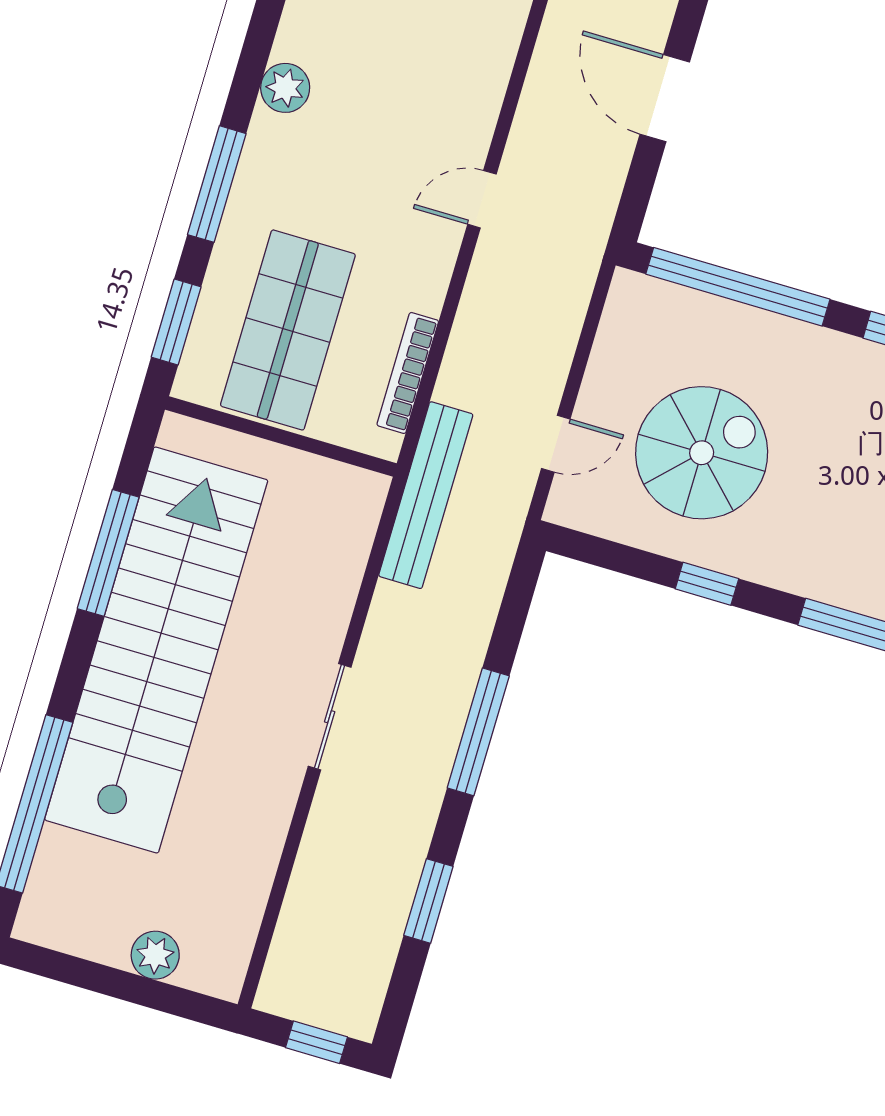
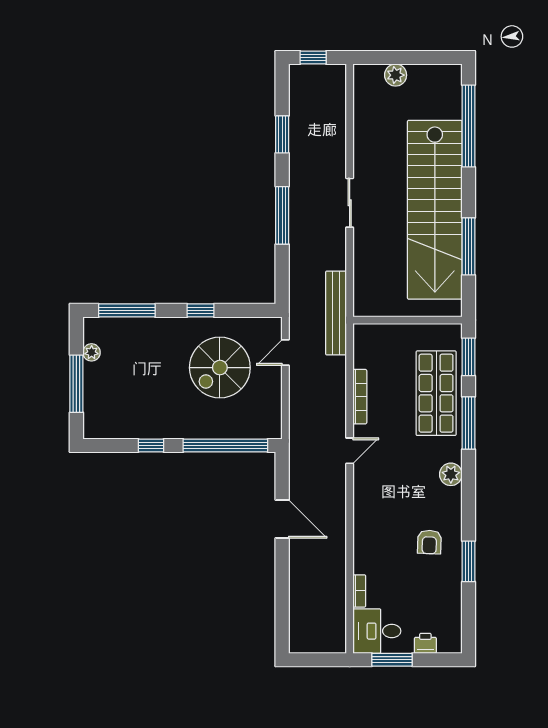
shop shelf: (288, 330) -> (436, 393), moved
bookcase: (408, 373) -> (360, 397), moved

